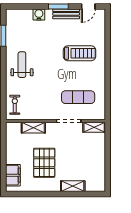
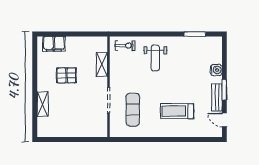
treadmill: (79, 53) -> (177, 111), turned 90
weight bench: (22, 65) -> (155, 58), moved, turned 90
shelving: (94, 127) -> (102, 126), removed
pallet: (44, 163) -> (66, 75), width x0.67, depth x0.71

